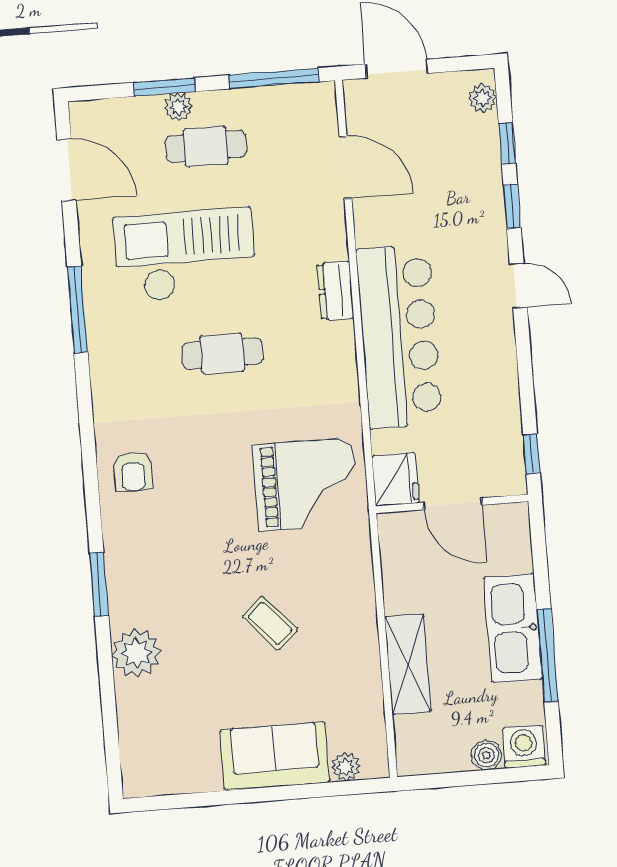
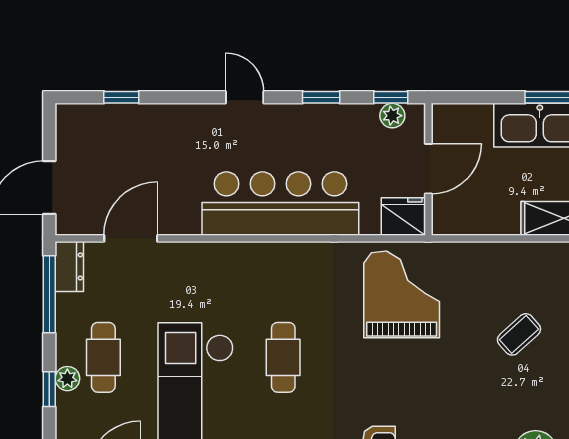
window: (164, 87) -> (49, 389), width x0.67
plant: (482, 98) -> (392, 116), moved
window: (512, 206) -> (321, 97), moved
door: (518, 286) -> (245, 97), hinge flipped
dresser: (335, 291) -> (69, 266), moved, turned -90

